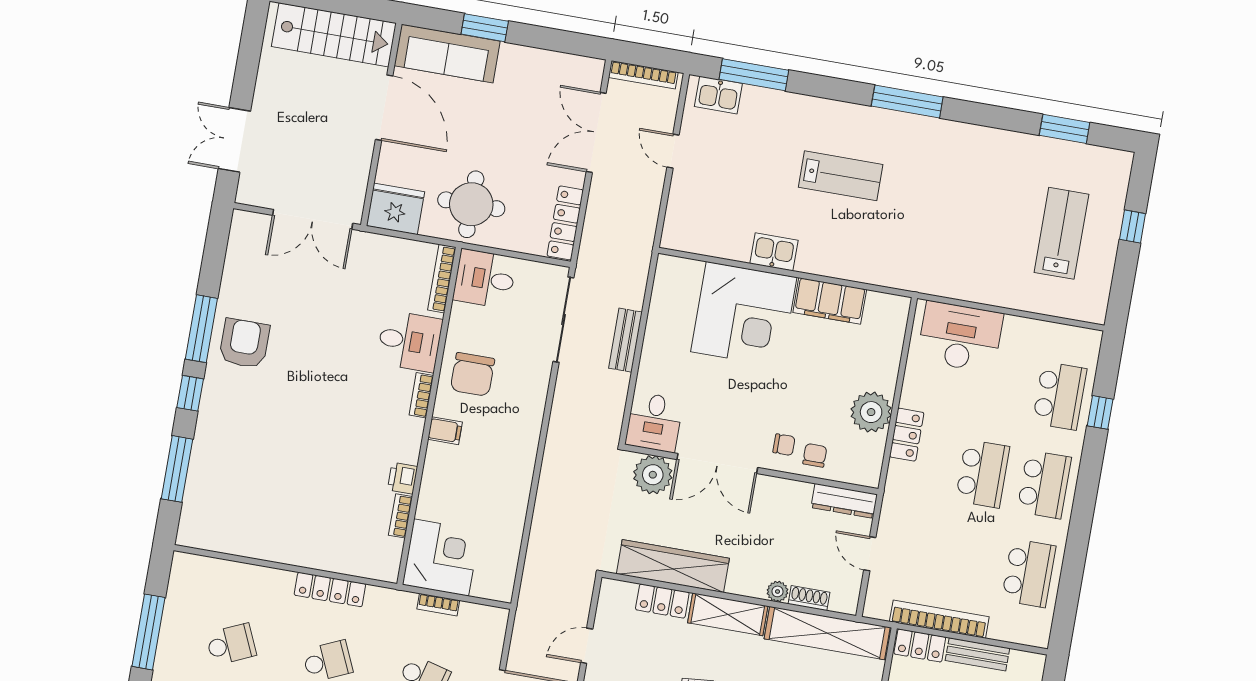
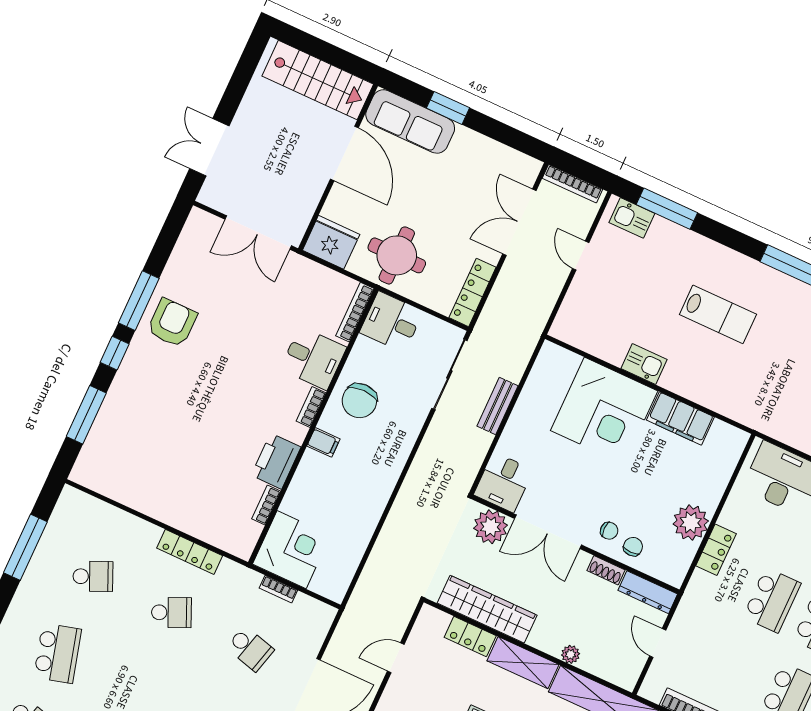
printer: (403, 478) -> (276, 461), width x1.87, depth x1.48
shoe rack: (809, 598) -> (606, 570), moved, turned 180

